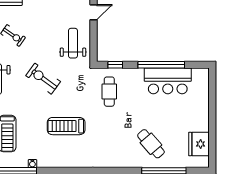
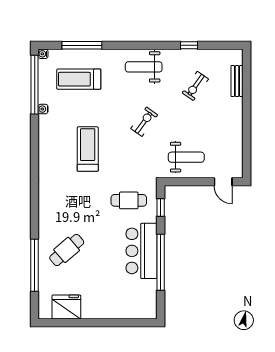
exercise bike: (43, 79) -> (144, 122), width x0.73, depth x0.72
bar counter: (168, 81) -> (141, 251), moved

